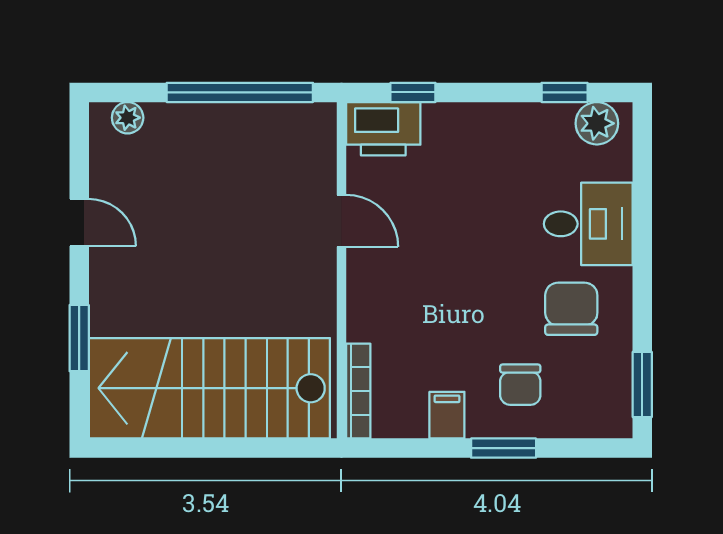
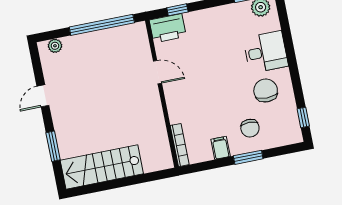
door: (79, 223) -> (43, 96), swing flipped
window: (642, 385) -> (303, 117), width x0.67
stairs: (209, 388) -> (102, 167), width x0.73, depth x0.66

